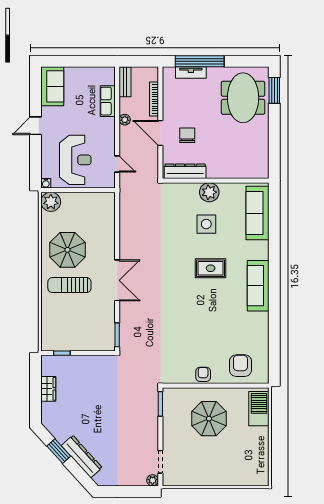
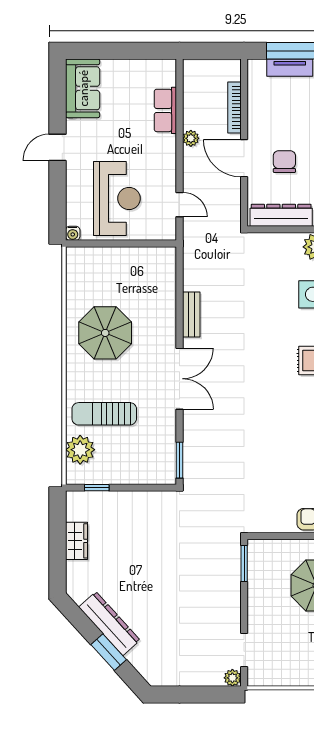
bench: (125, 82) -> (191, 314), moved
plant: (51, 202) -> (80, 450), moved
sun lounger: (69, 285) -> (104, 414), moved
window: (59, 451) -> (109, 652), moved
dresser: (82, 457) -> (109, 624), moved

